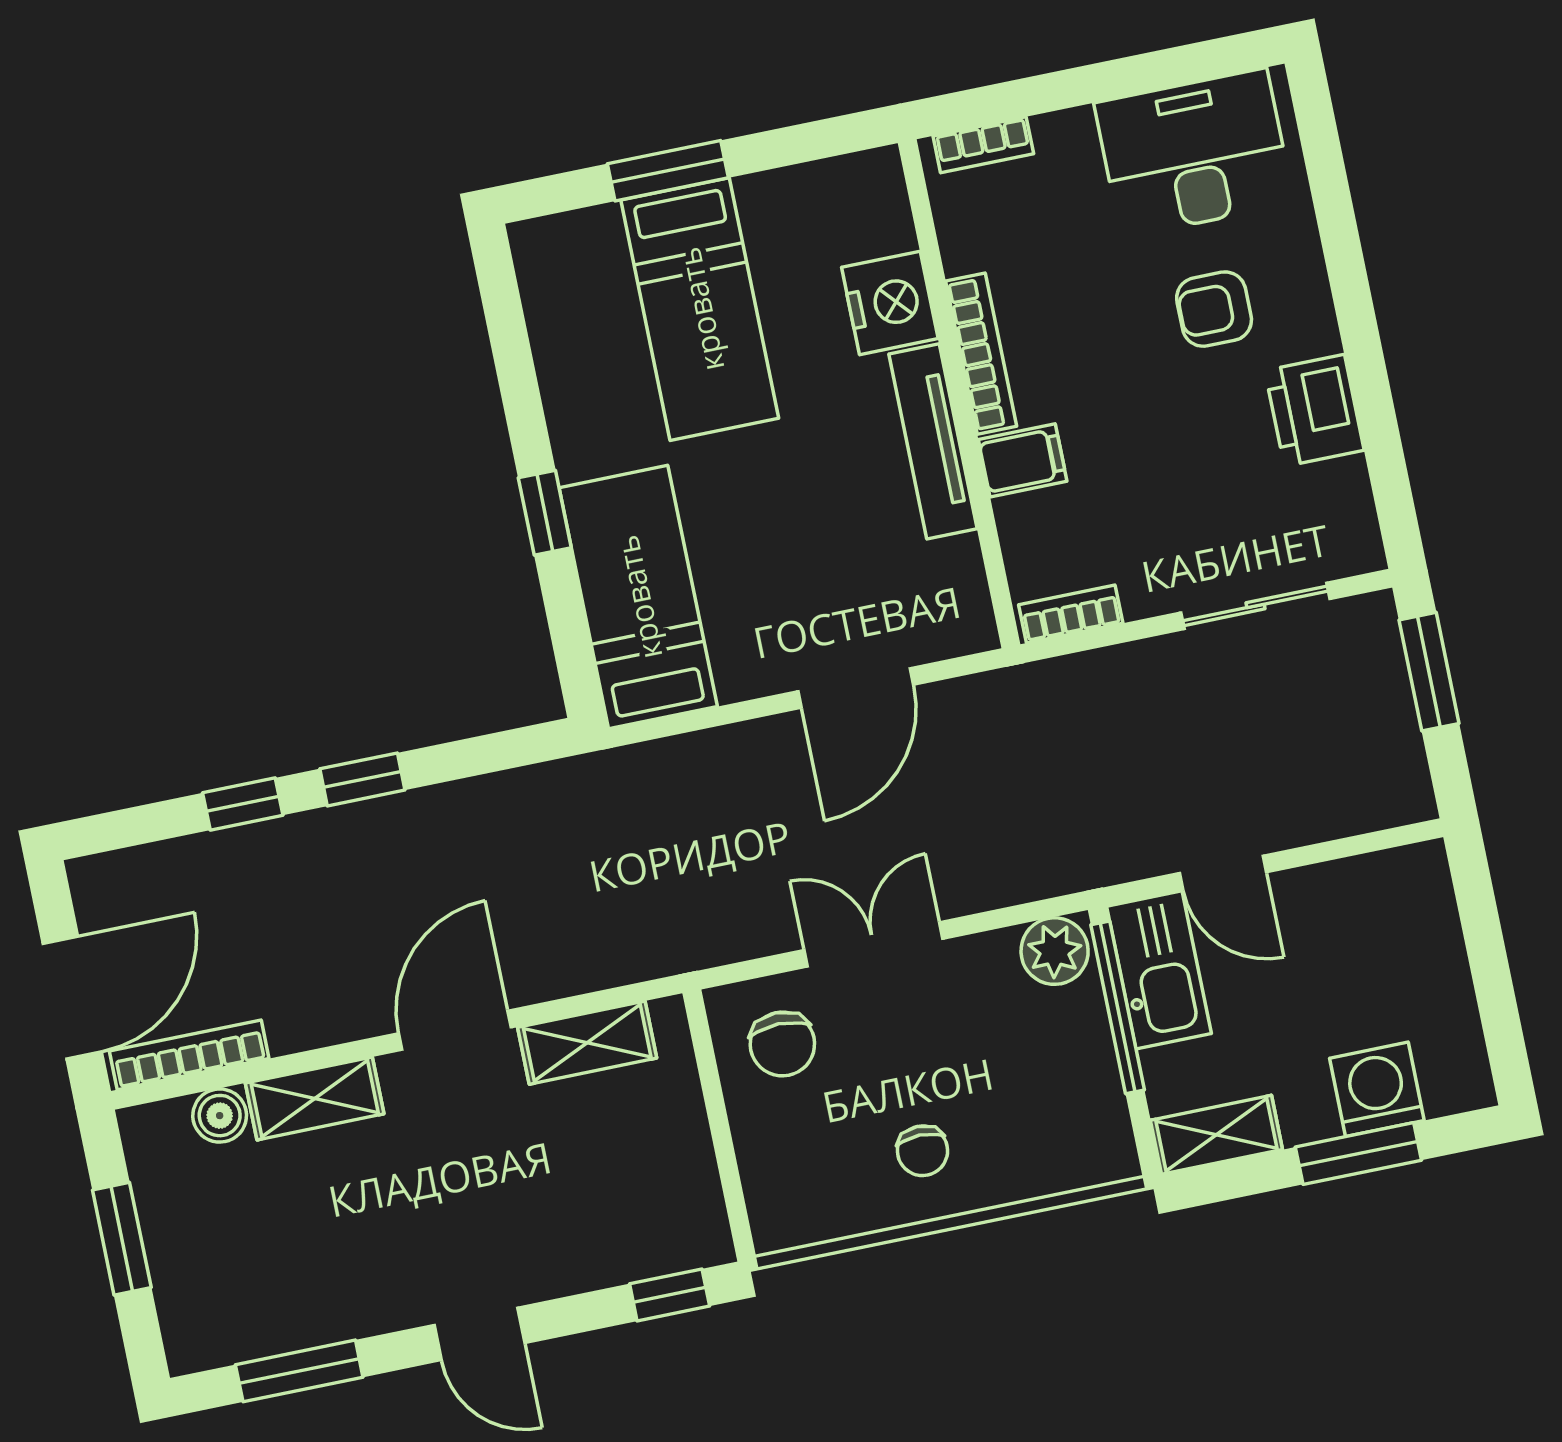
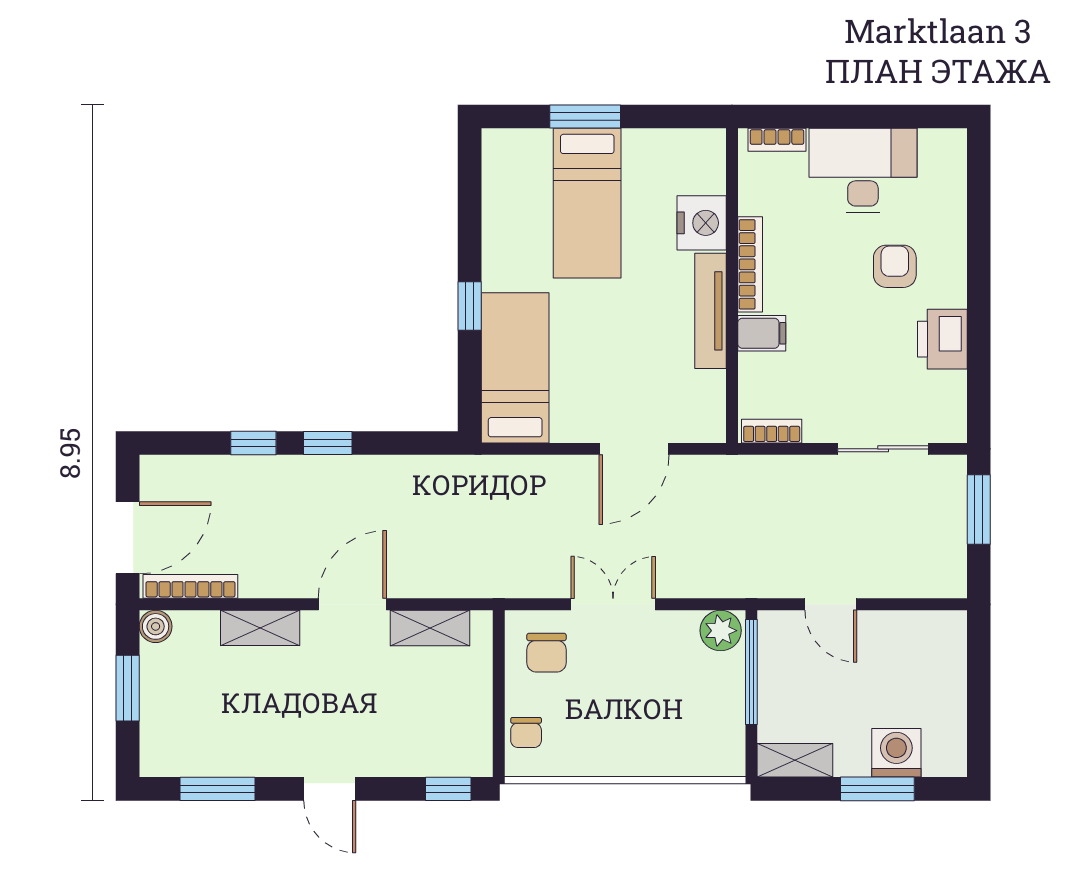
desk: (1194, 153) -> (863, 171), moved
armchair: (1214, 309) -> (895, 266), turned 90
kitchen sink: (1159, 970) -> (781, 655), removed
boiler: (220, 1116) -> (156, 626), moved
chair: (923, 1151) -> (526, 733), moved

